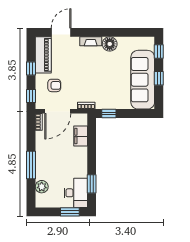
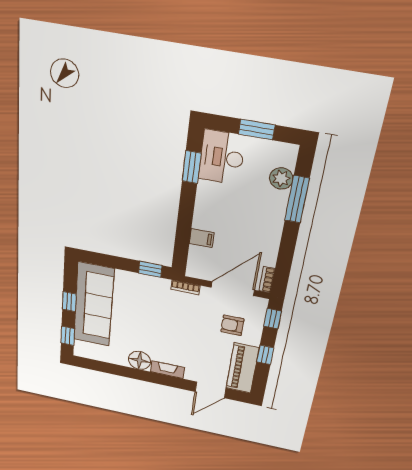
filing cabinet: (81, 136) -> (202, 238), width x0.50
window: (31, 165) -> (297, 199), moved
window: (70, 212) -> (257, 130), moved

